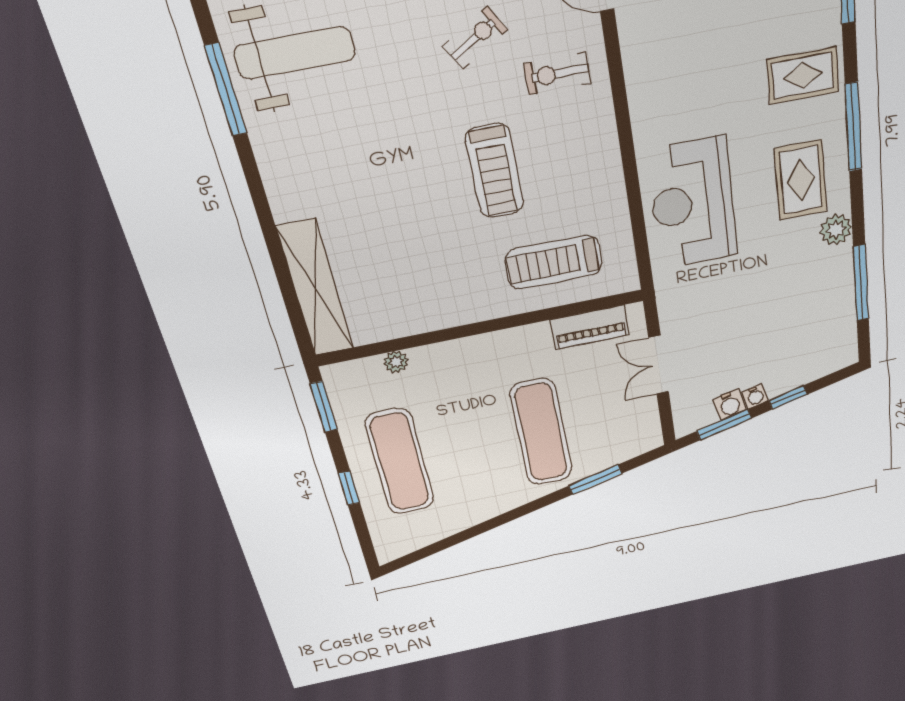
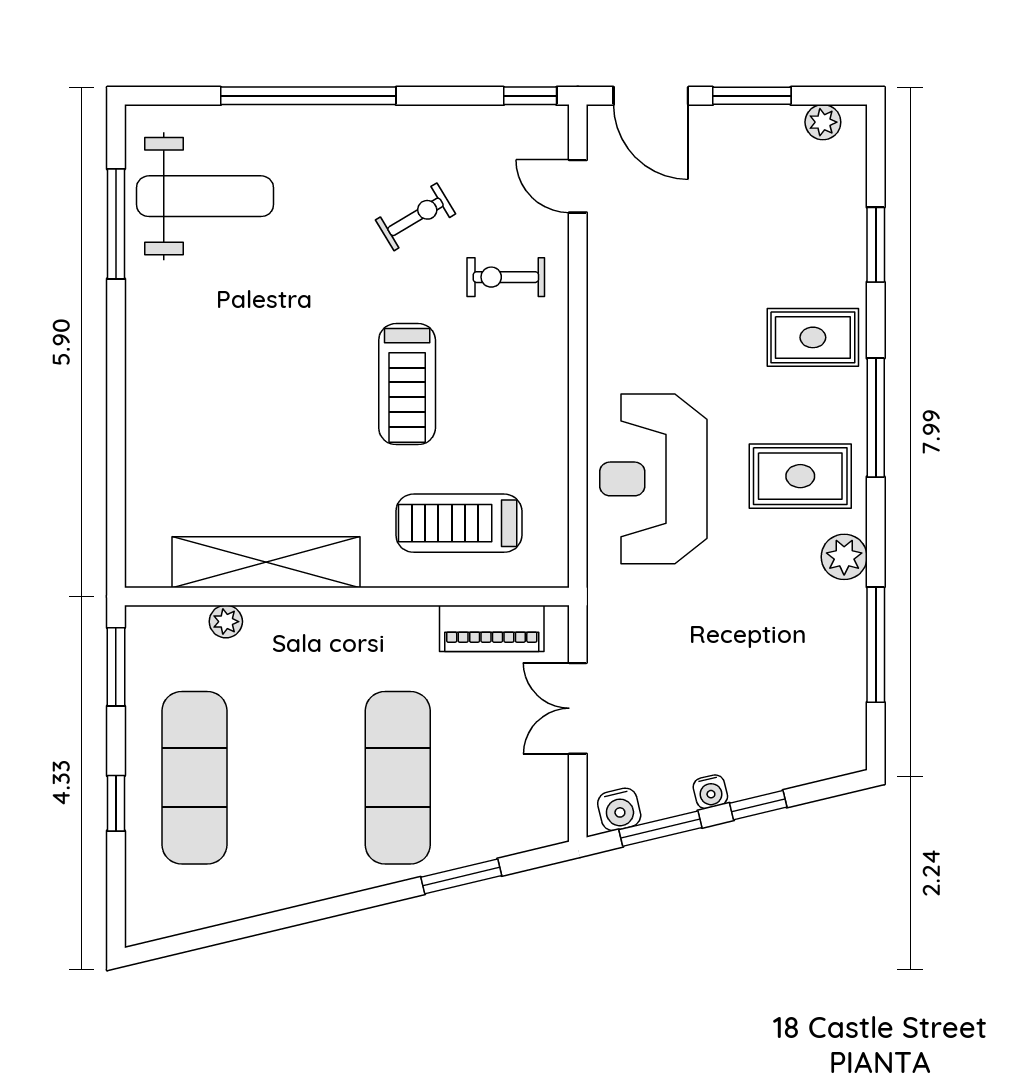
rug: (801, 180) -> (800, 476), turned 90
shelving: (315, 288) -> (266, 562), moved, turned 90
water cooler: (730, 405) -> (619, 809), moved

